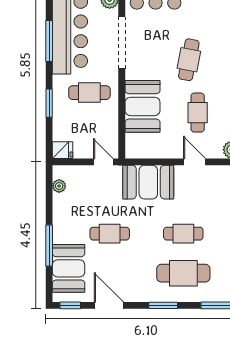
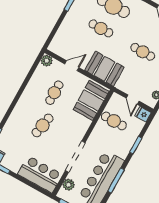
cafe table: (89, 93) -> (114, 121), moved
booth: (142, 106) -> (91, 100), moved
door: (103, 162) -> (133, 100), moved
door: (194, 162) -> (72, 66), swing flipped

